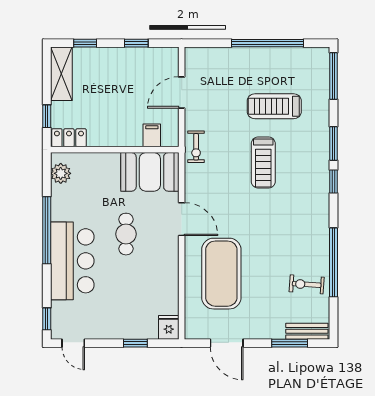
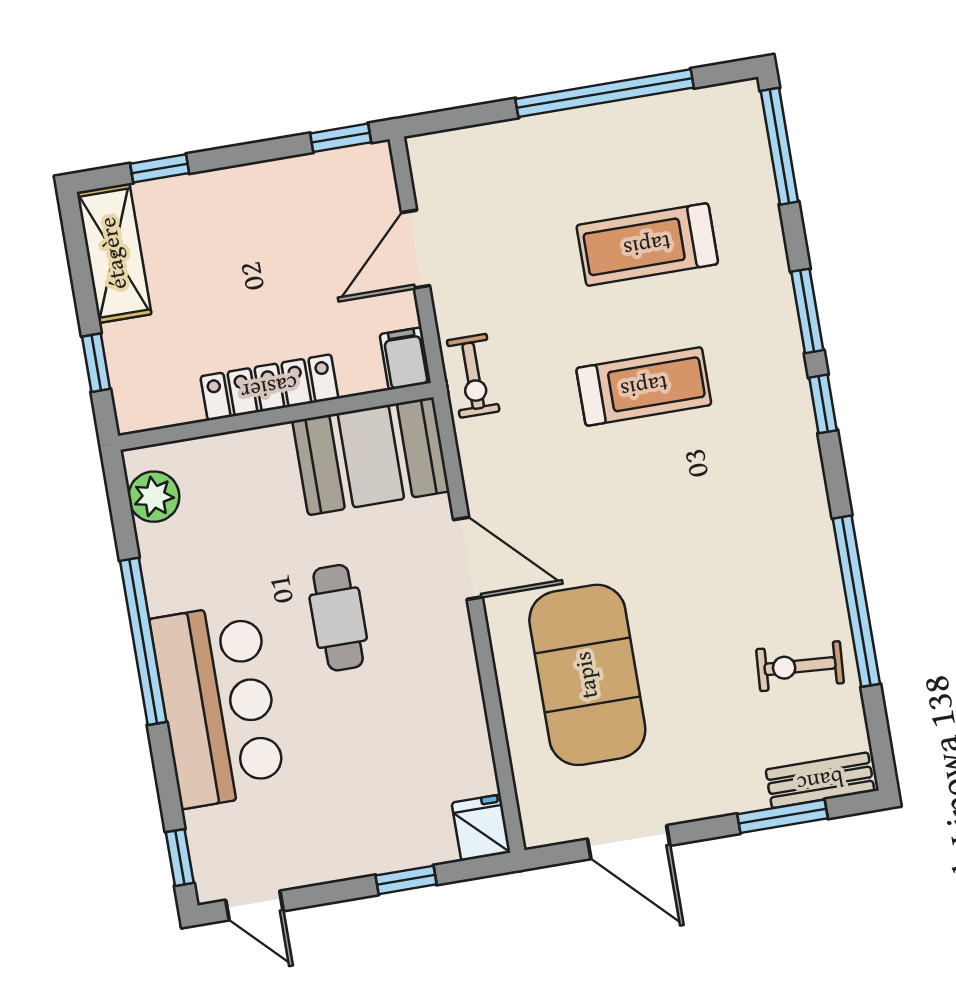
window: (136, 43) -> (341, 138), moved
filing cabinet: (152, 135) -> (405, 359), moved
locker: (69, 138) -> (269, 387), moved, width x1.53
treadmill: (263, 163) -> (644, 386), turned -90

